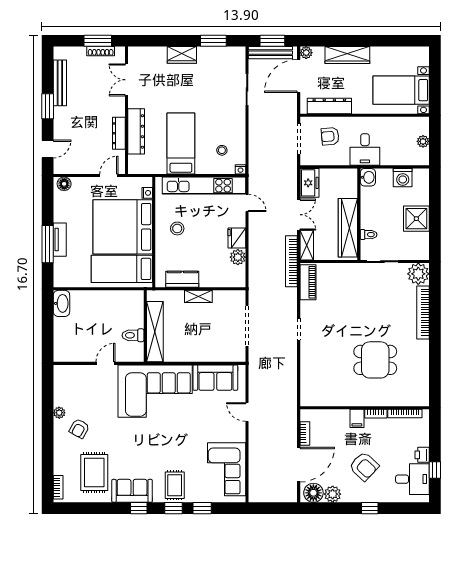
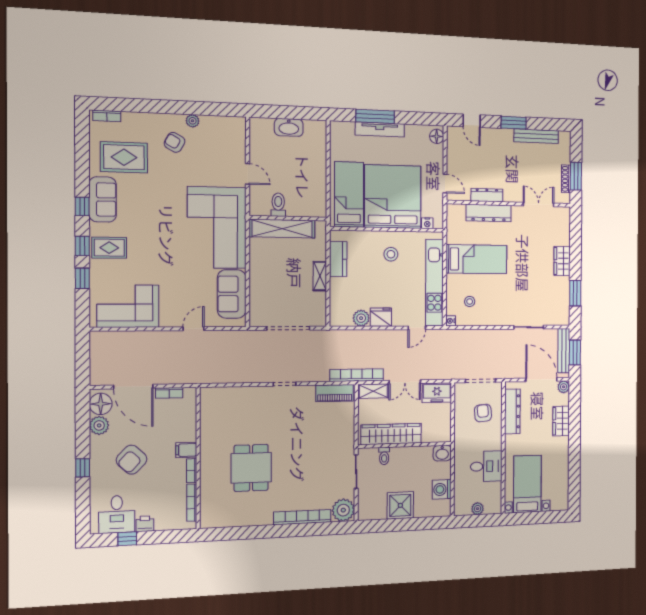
wardrobe: (347, 55) -> (561, 421), width x0.67
desk: (365, 150) -> (486, 466), moved, turned 180
tv unit: (60, 240) -> (380, 129), width x1.41
washbasin: (61, 303) -> (289, 127), moved

